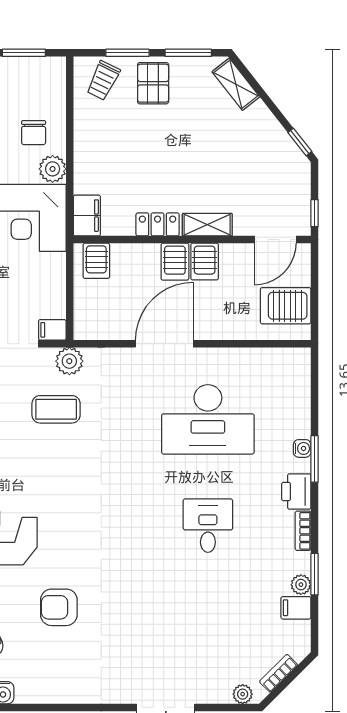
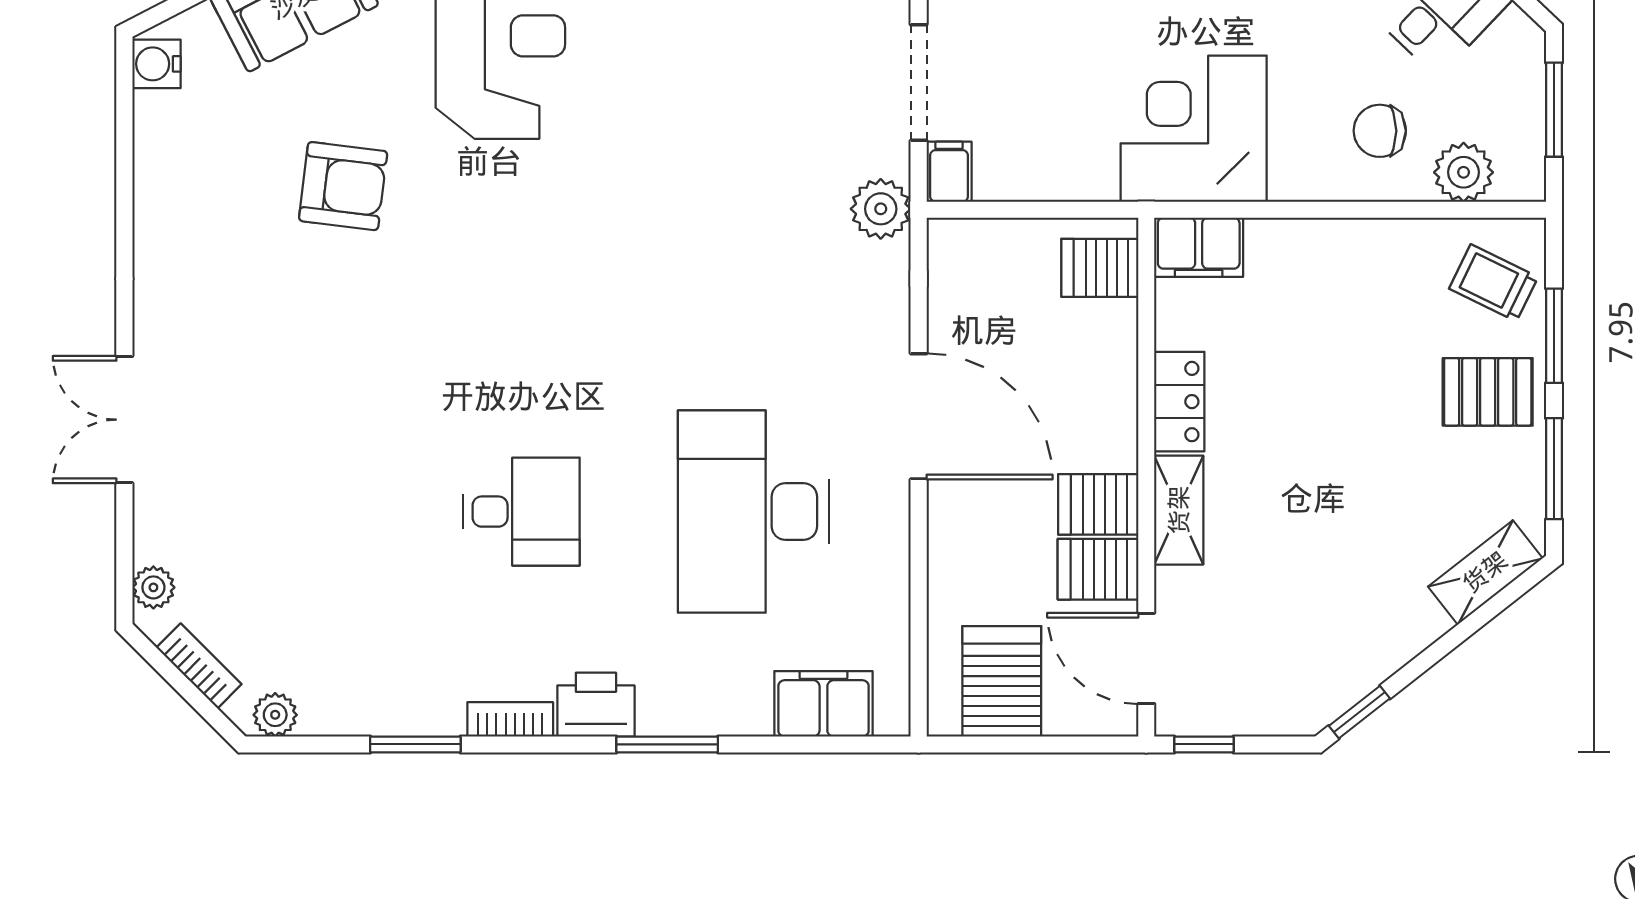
plant: (53, 169) -> (1464, 172), moved
server rack: (175, 262) -> (1098, 569), moved
coffee table: (56, 409) -> (775, 180), removed
water cooler: (302, 448) -> (690, 717), removed
plant: (301, 585) -> (275, 715), moved
armchair: (59, 607) -> (343, 186), turned 97
filing cabinet: (296, 608) -> (823, 704), moved, width x2.00

